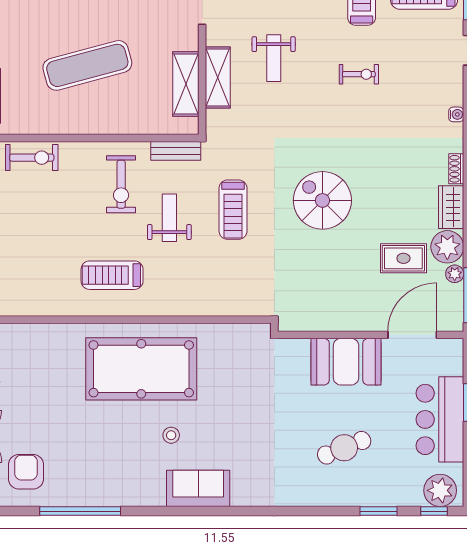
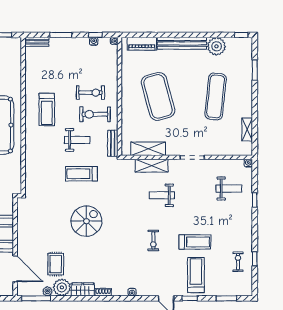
exercise mat: (87, 65) -> (158, 96), width x1.47
exercise bike: (32, 158) -> (91, 93), moved, turned -90
treadmill: (112, 275) -> (47, 110), turned 180

